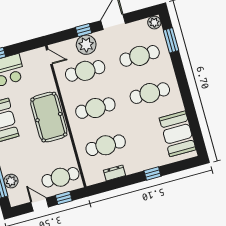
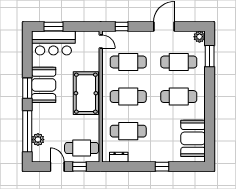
window: (84, 30) -> (122, 26), moved
plant: (86, 45) -> (135, 40), removed
dresser: (115, 173) -> (119, 157), moved

